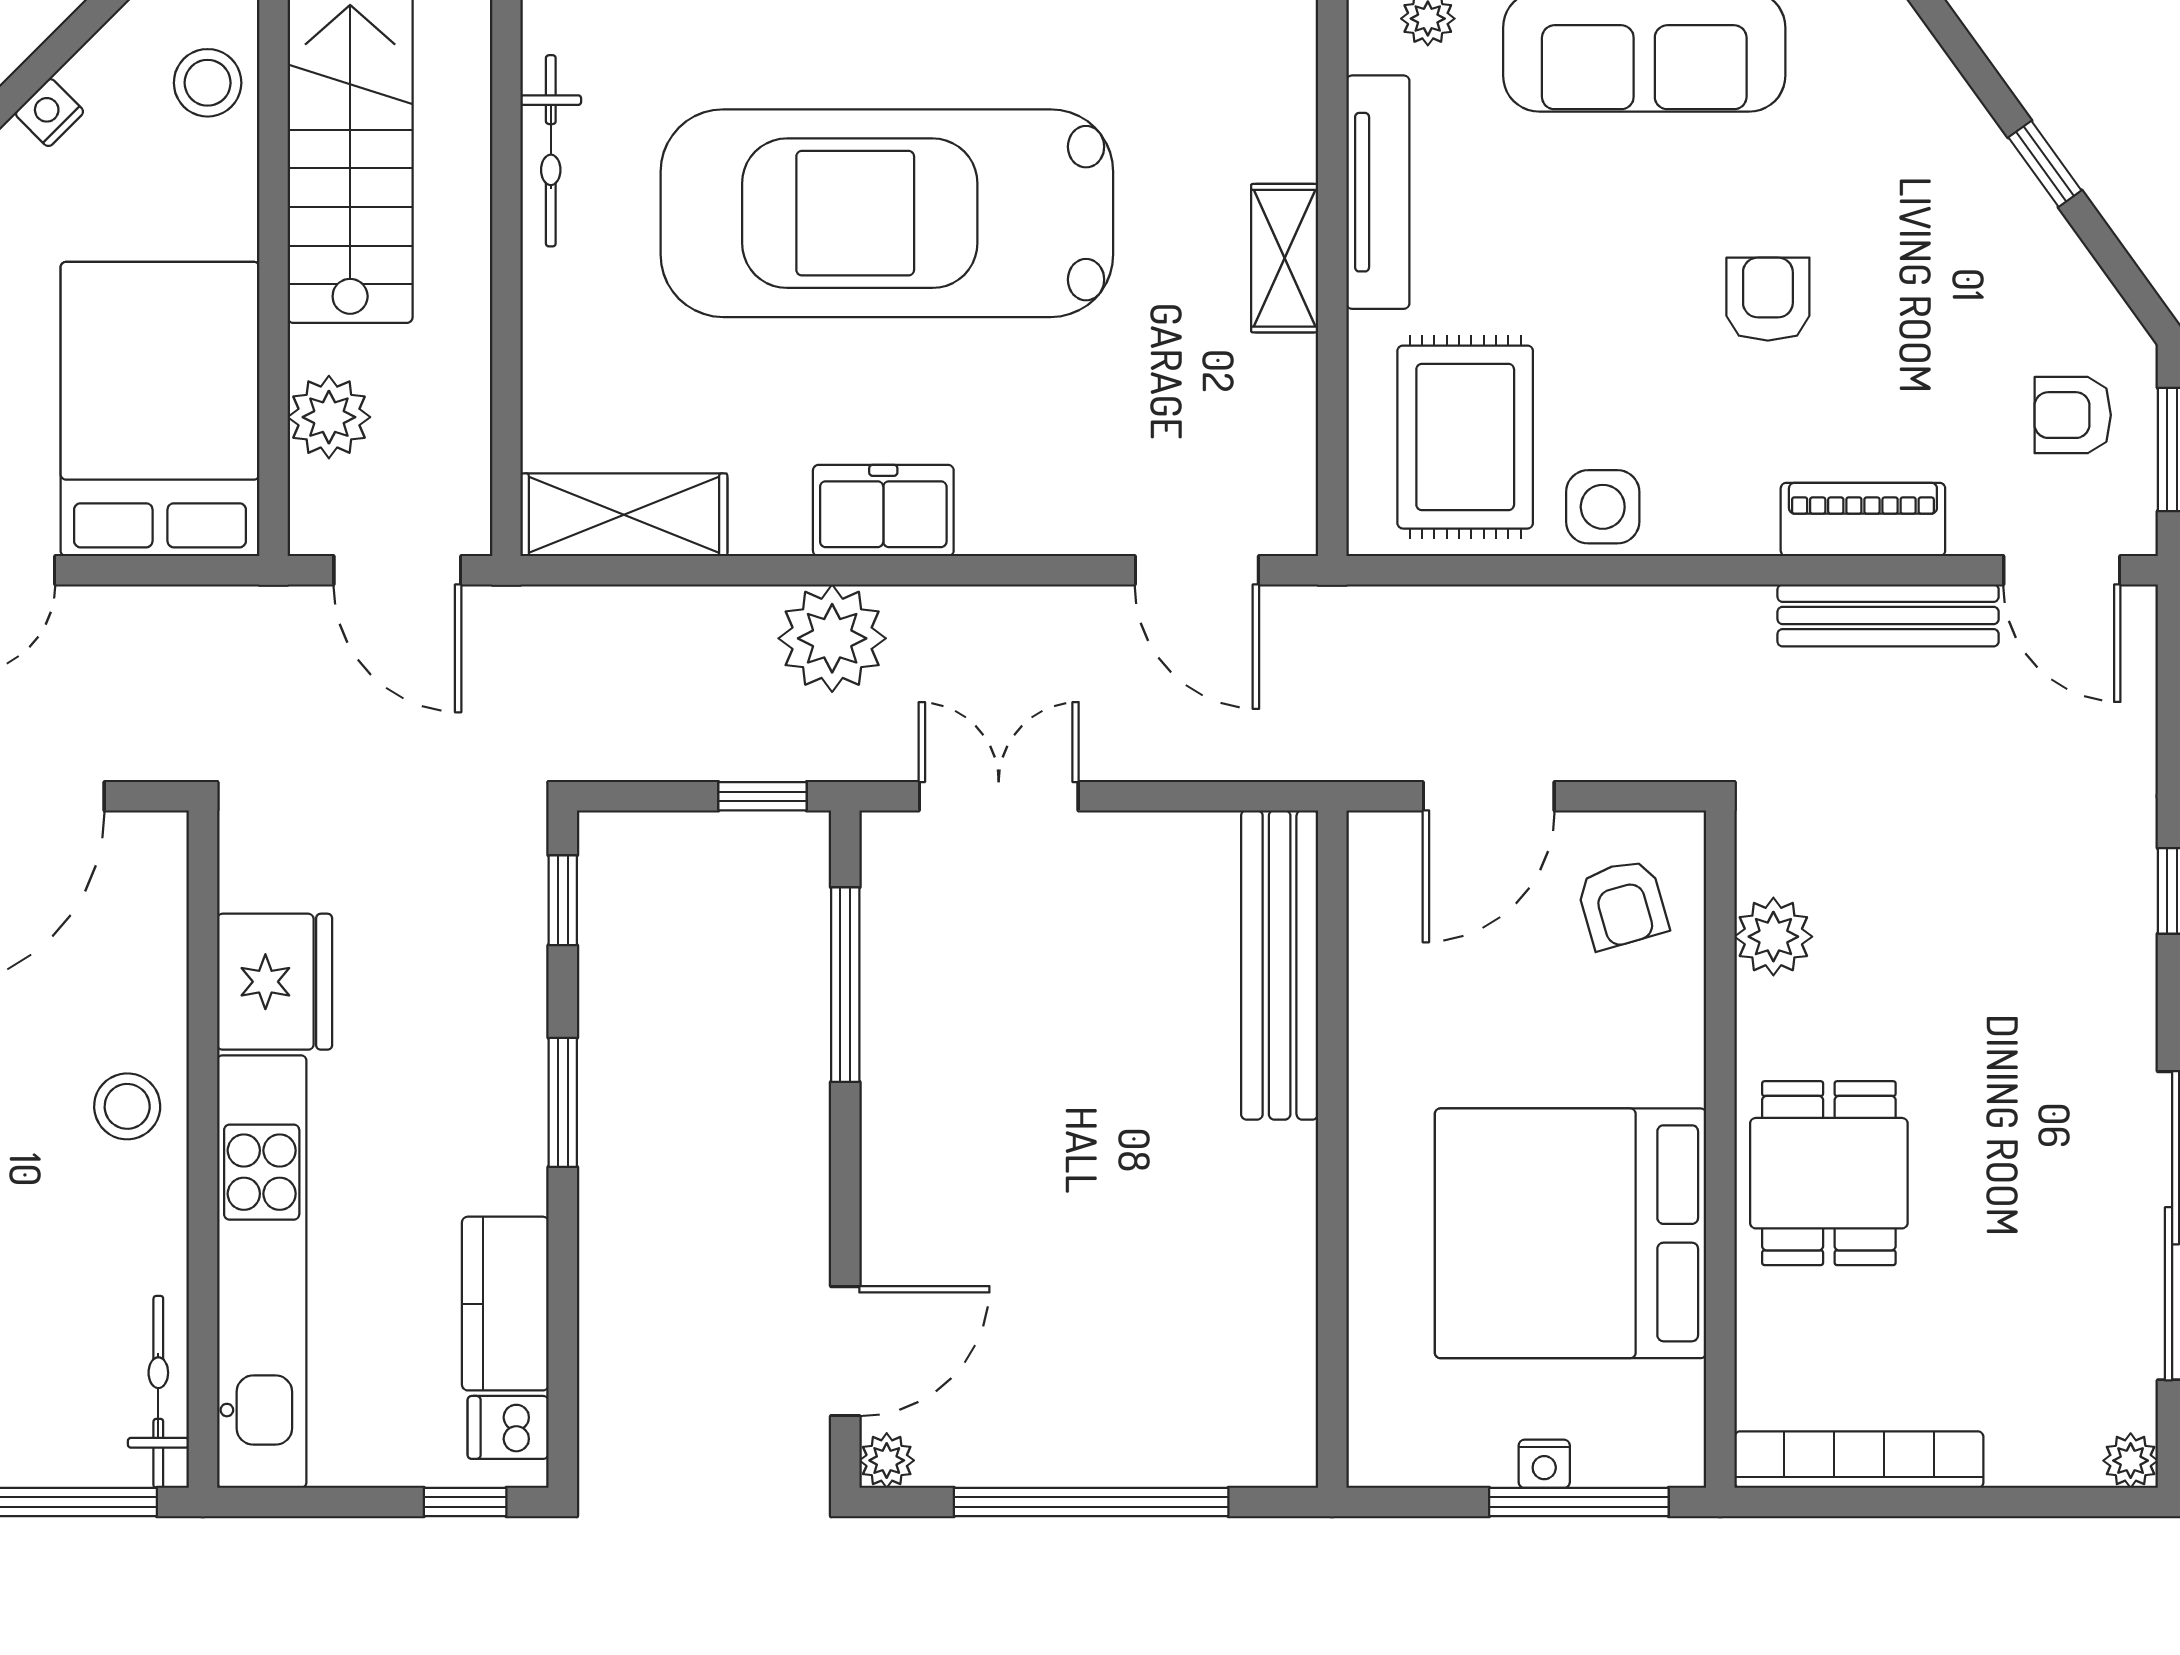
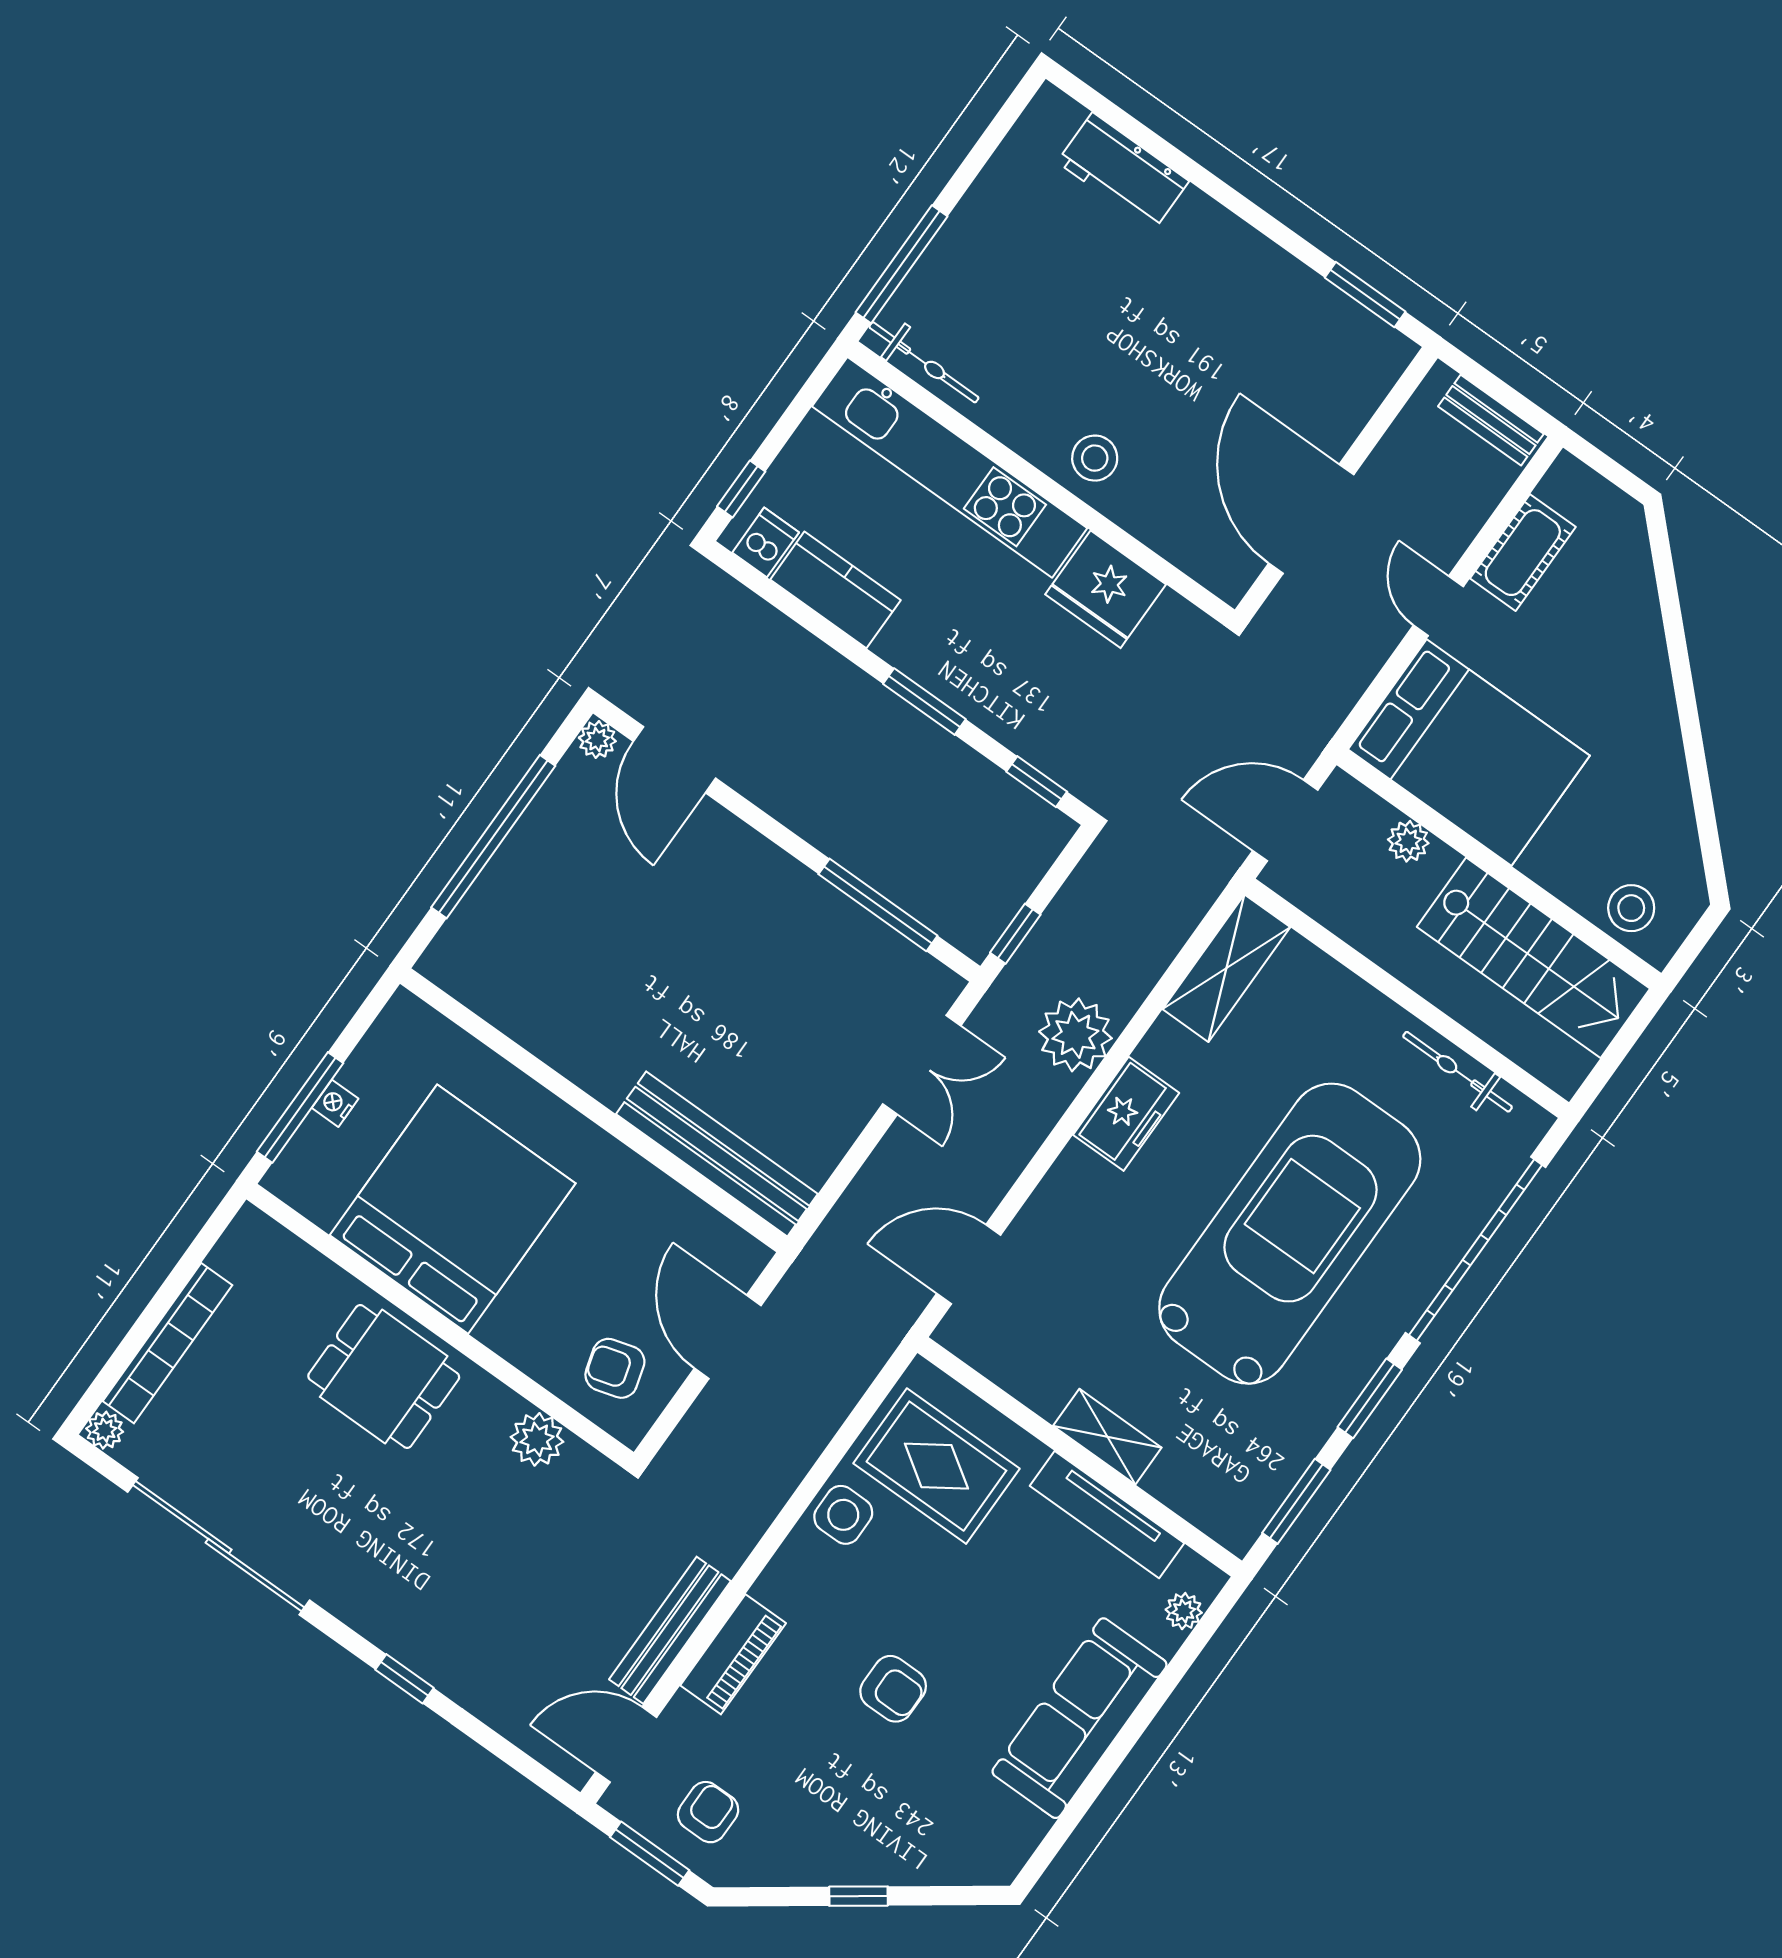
nightstand: (49, 113) -> (1677, 809), removed
plant: (329, 417) -> (1408, 841), width x0.73, depth x0.73
bookcase: (1859, 1460) -> (168, 1343), moved

